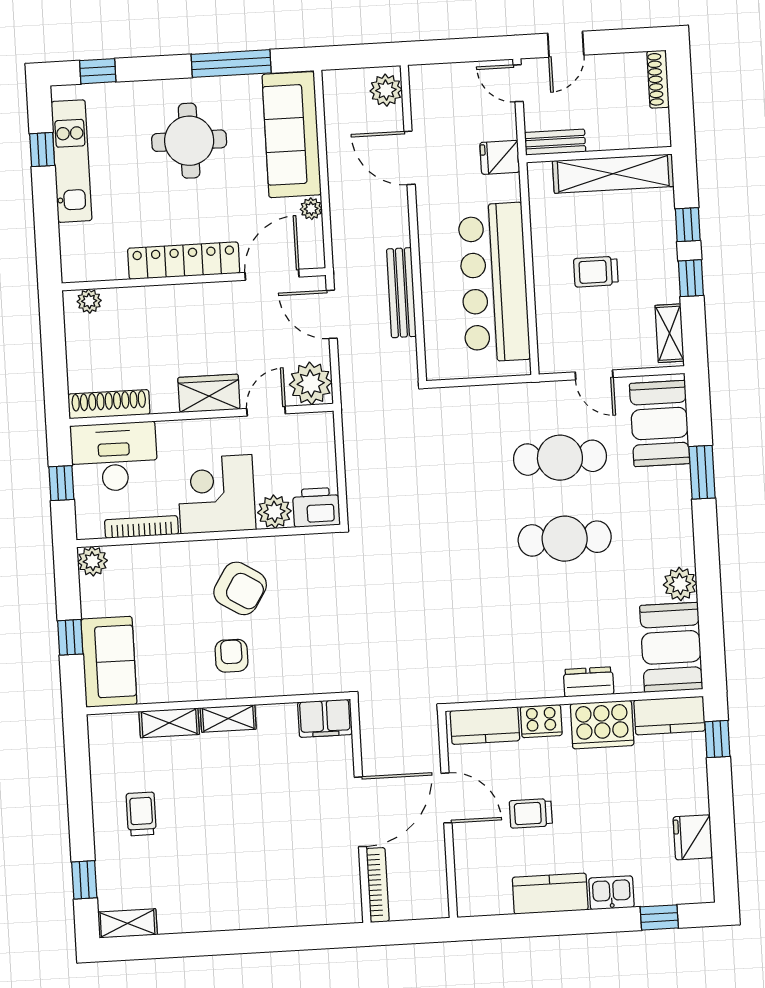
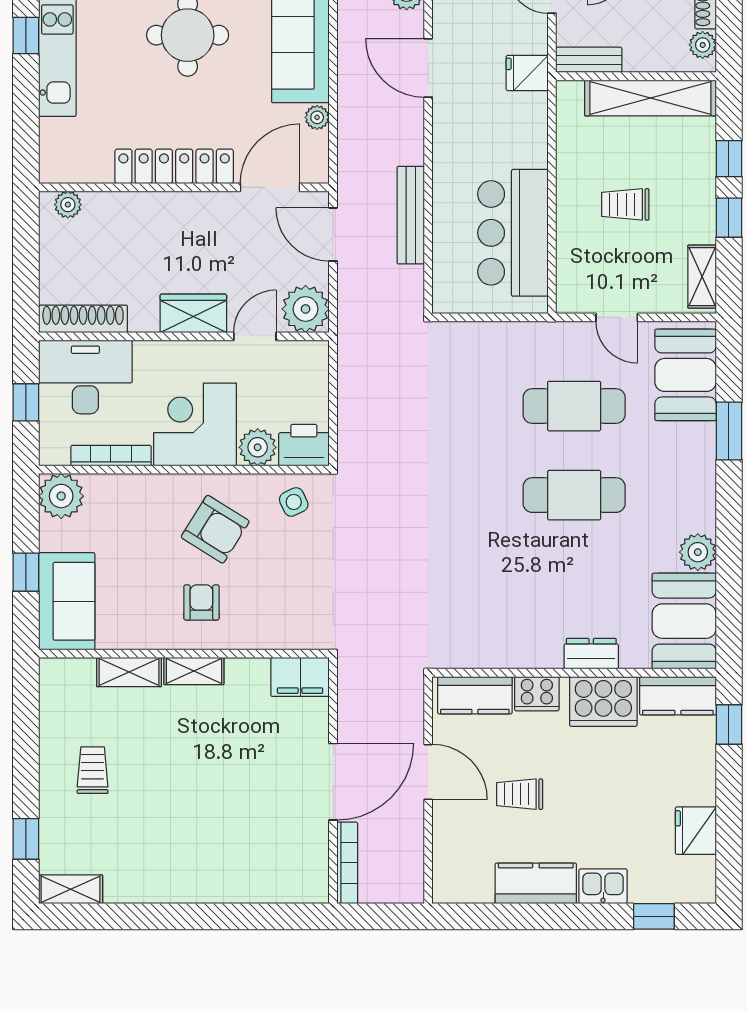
plant: (658, 123) -> (703, 45), added
bar counter: (494, 282) -> (513, 233), width x0.73
side table: (310, 560) -> (294, 502), added
plant: (93, 561) -> (61, 496), width x1.36, depth x1.36

